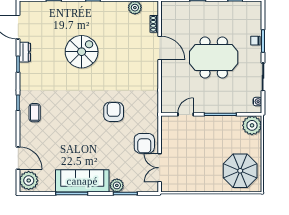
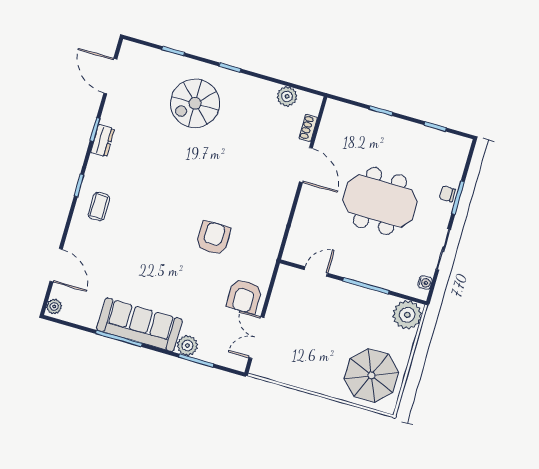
dresser: (25, 52) -> (103, 141), moved
spiral stairs: (82, 52) -> (195, 103), moved, turned 180
plant: (29, 181) -> (54, 306), width x0.53, depth x0.53

